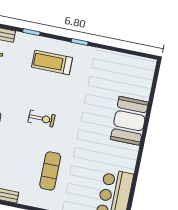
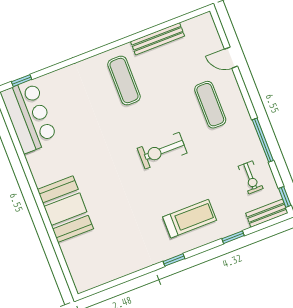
exercise bike: (42, 119) -> (162, 151), width x1.38, depth x1.39
exercise mat: (50, 171) -> (124, 81), moved

